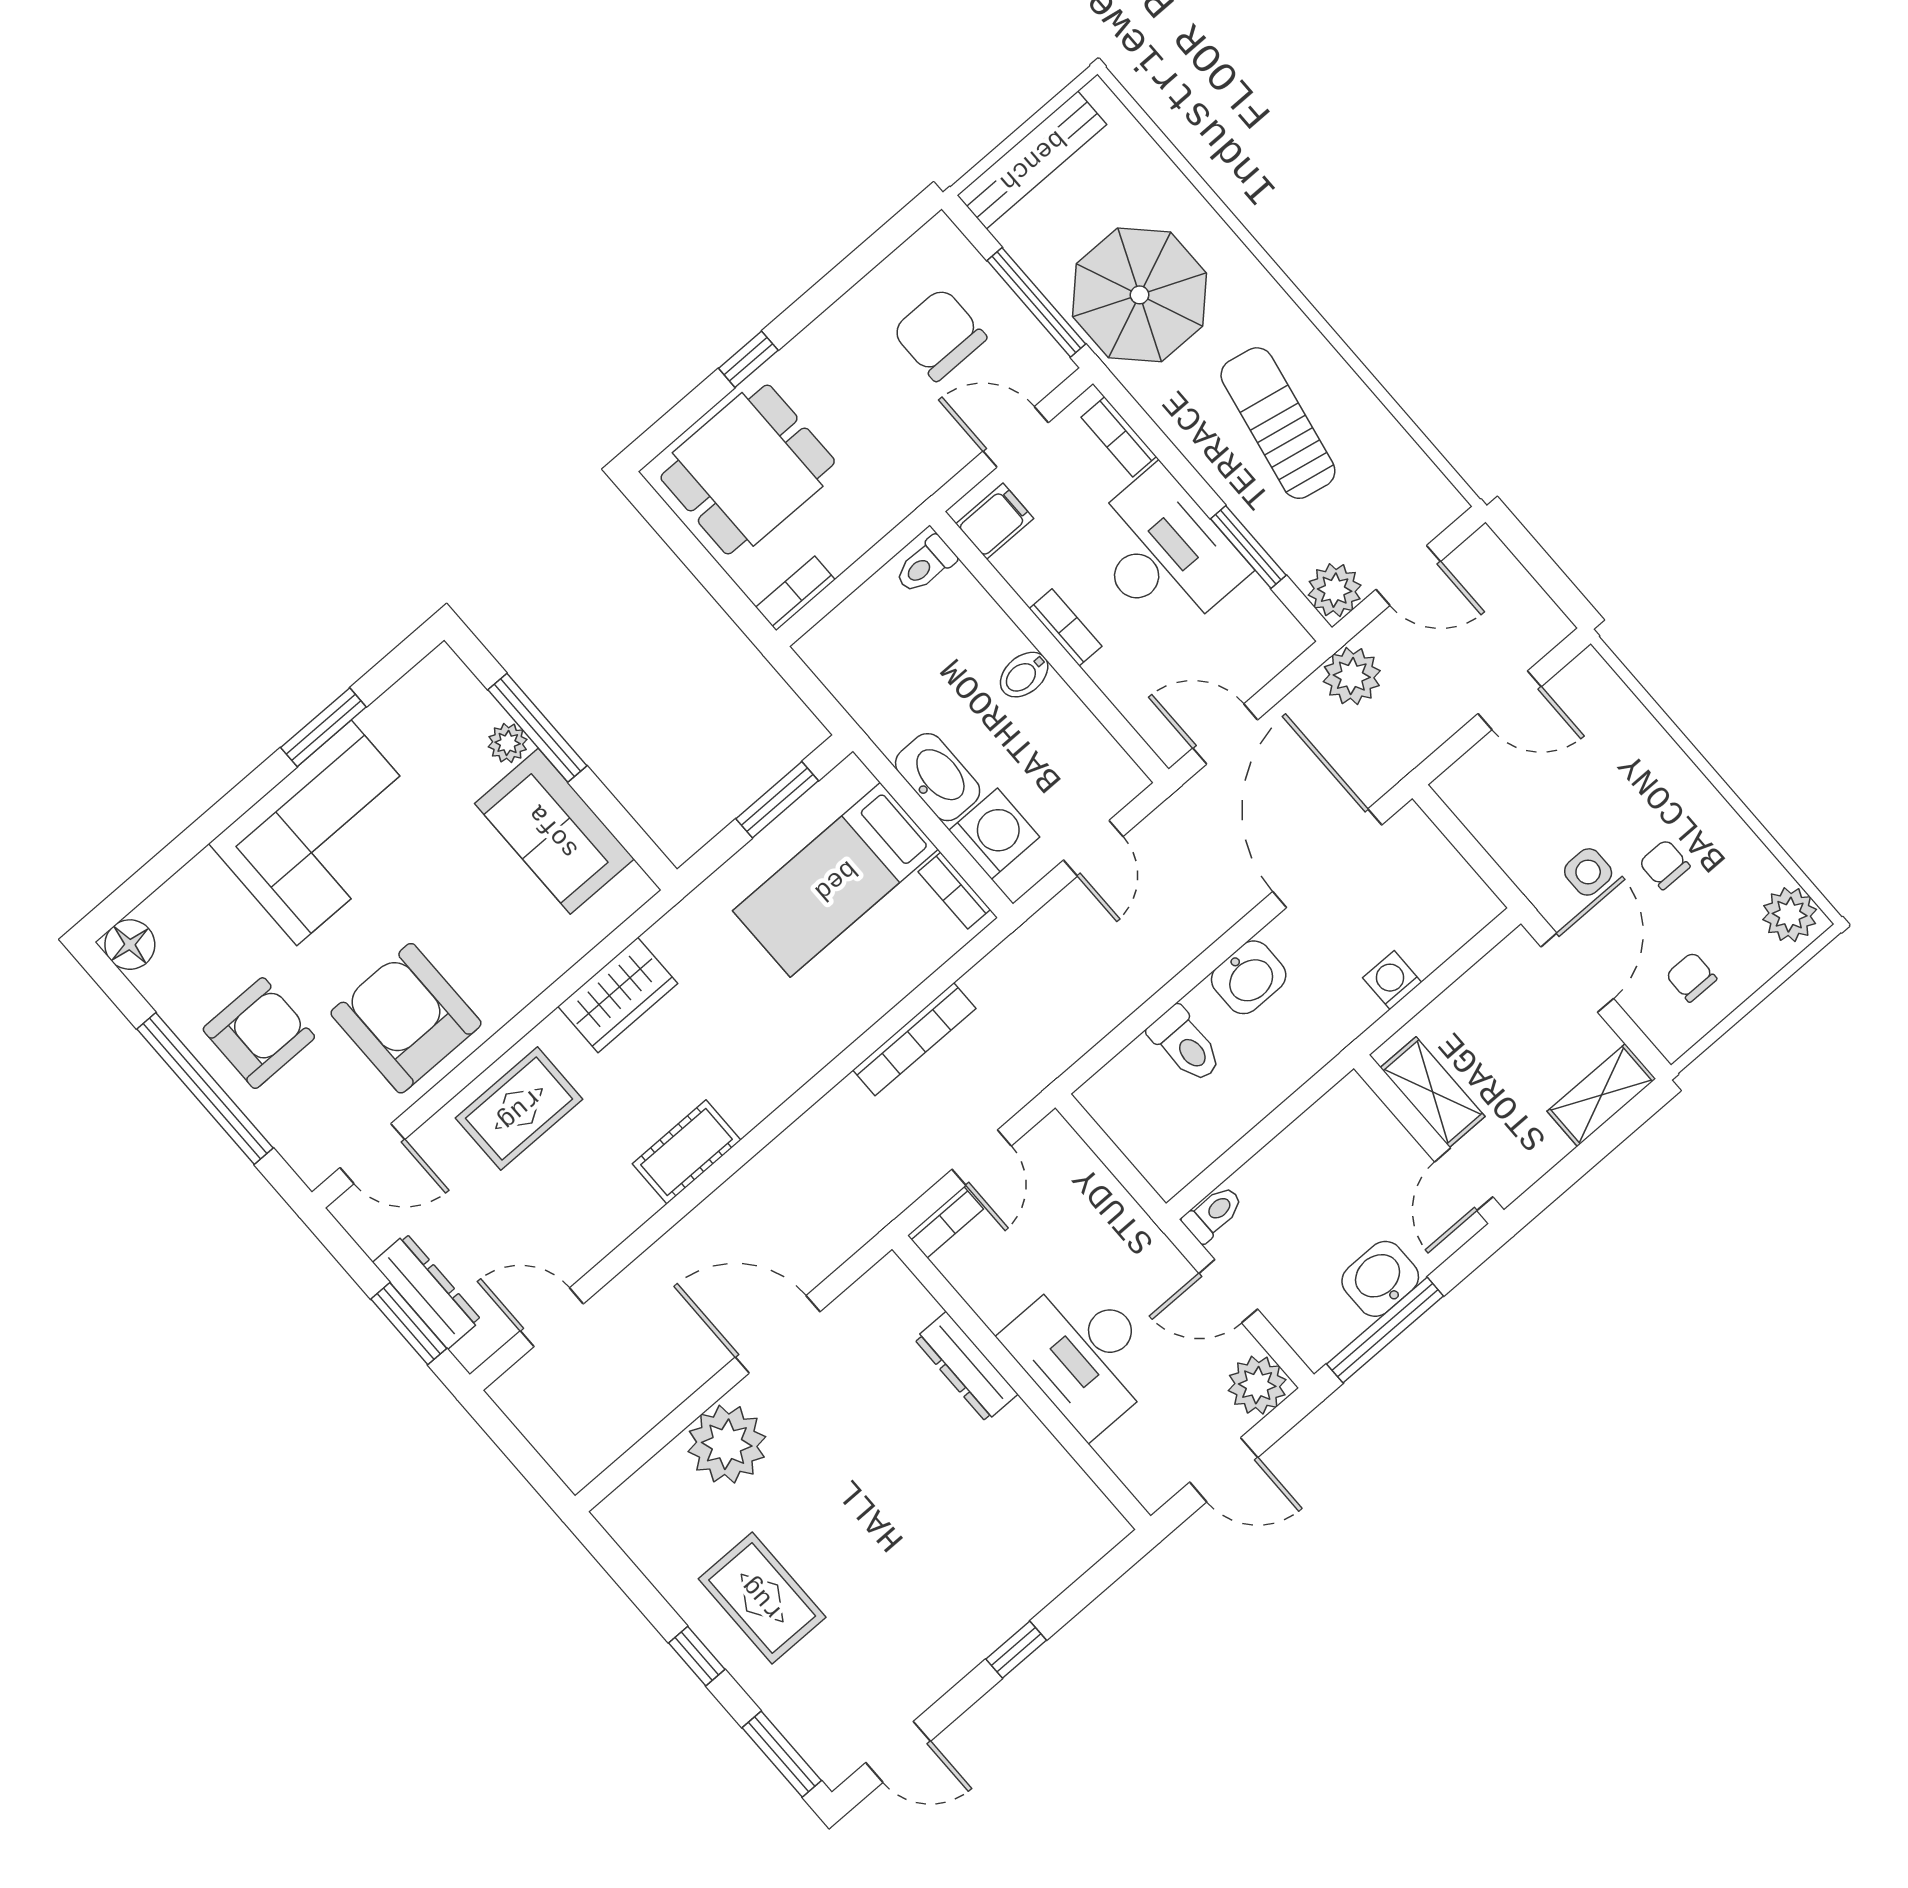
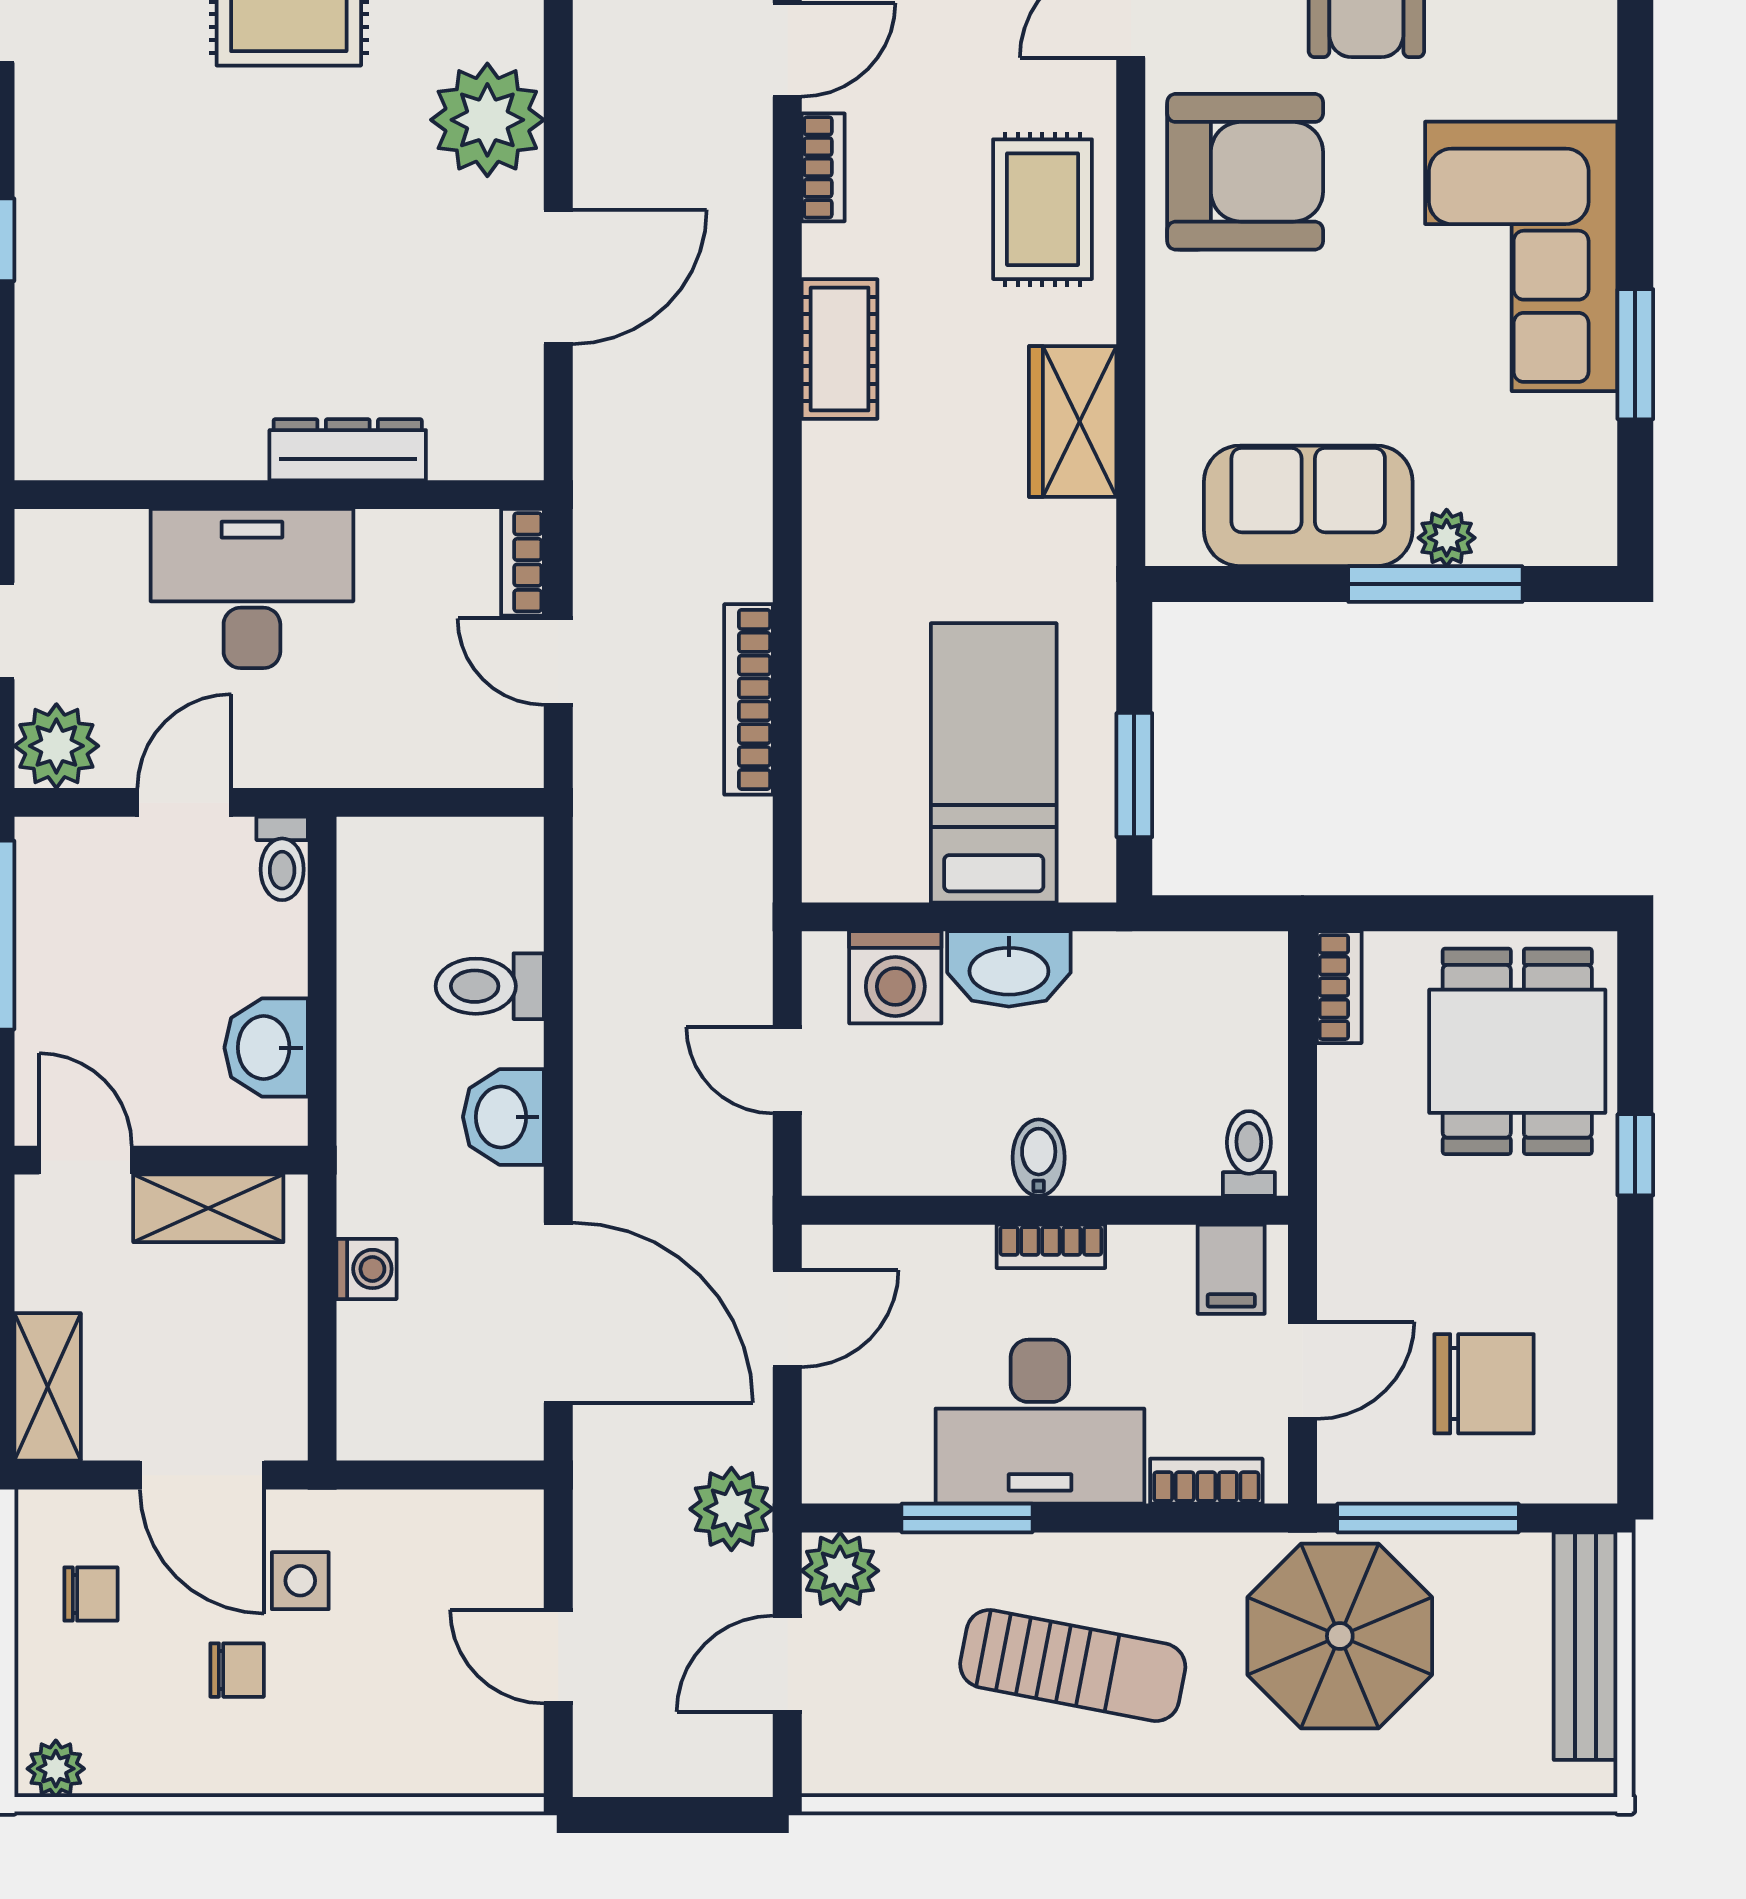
door: (1510, 700) -> (558, 1657), hinge flipped
bookcase: (954, 891) -> (823, 167), moved, turned 90
plant: (1790, 915) -> (56, 1769), width x0.73, depth x0.73
washbasin: (1380, 1279) -> (266, 1048), moved, turned 180

